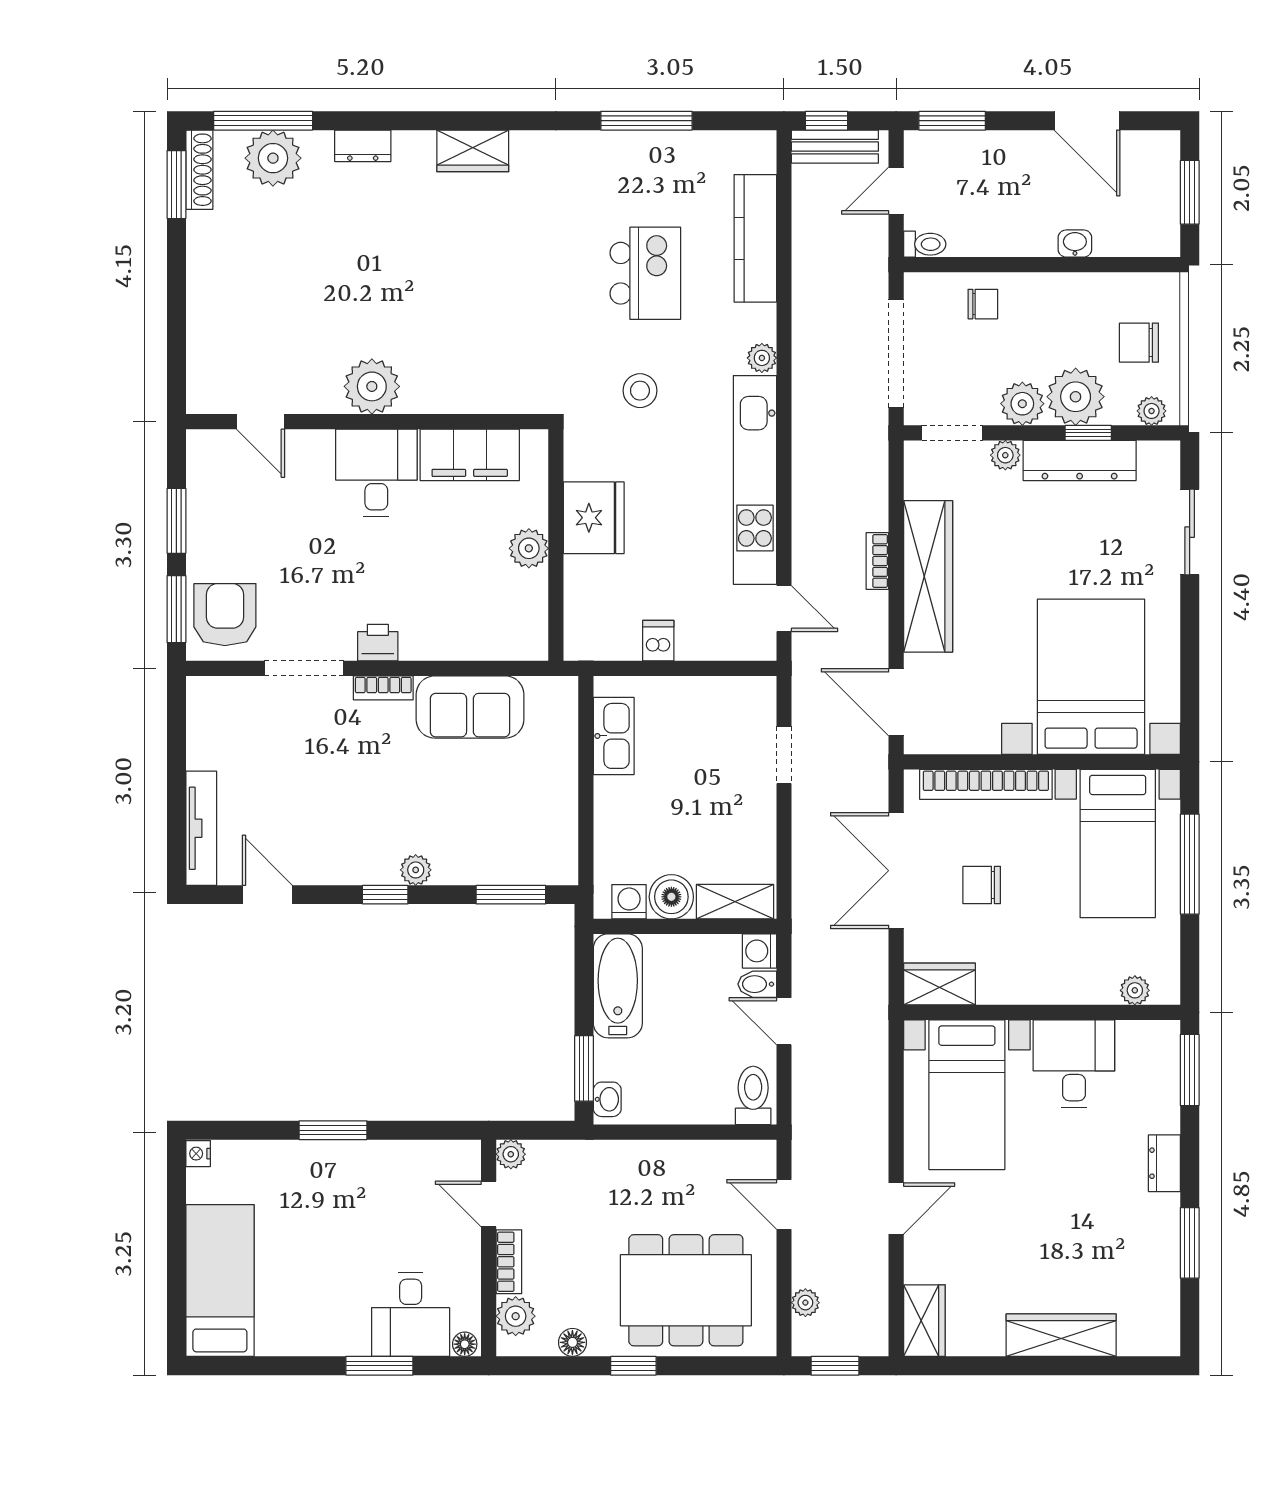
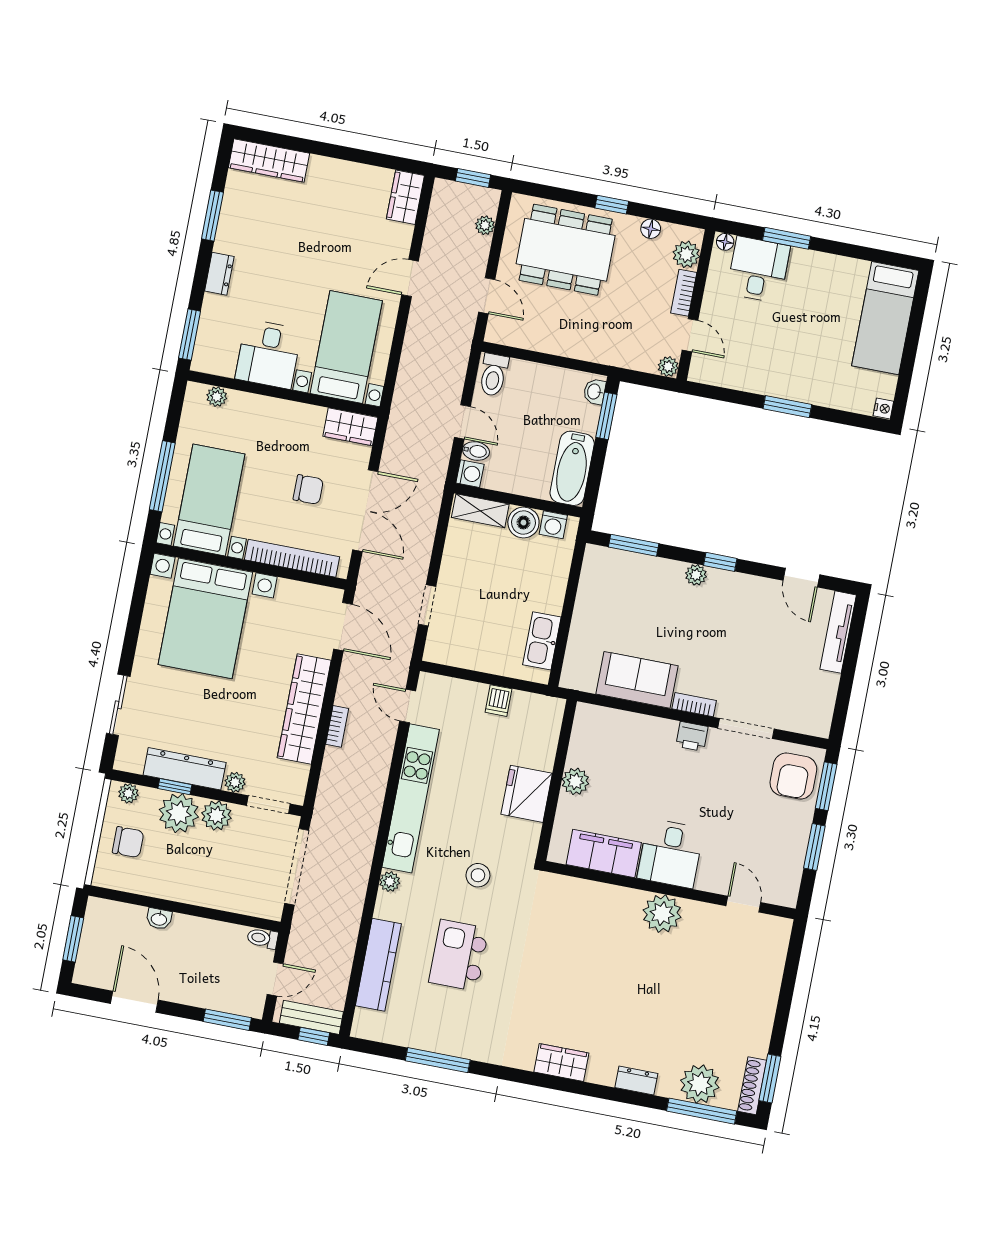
chair: (983, 304) -> (230, 889), removed
wardrobe: (1061, 1335) -> (269, 160), moved

